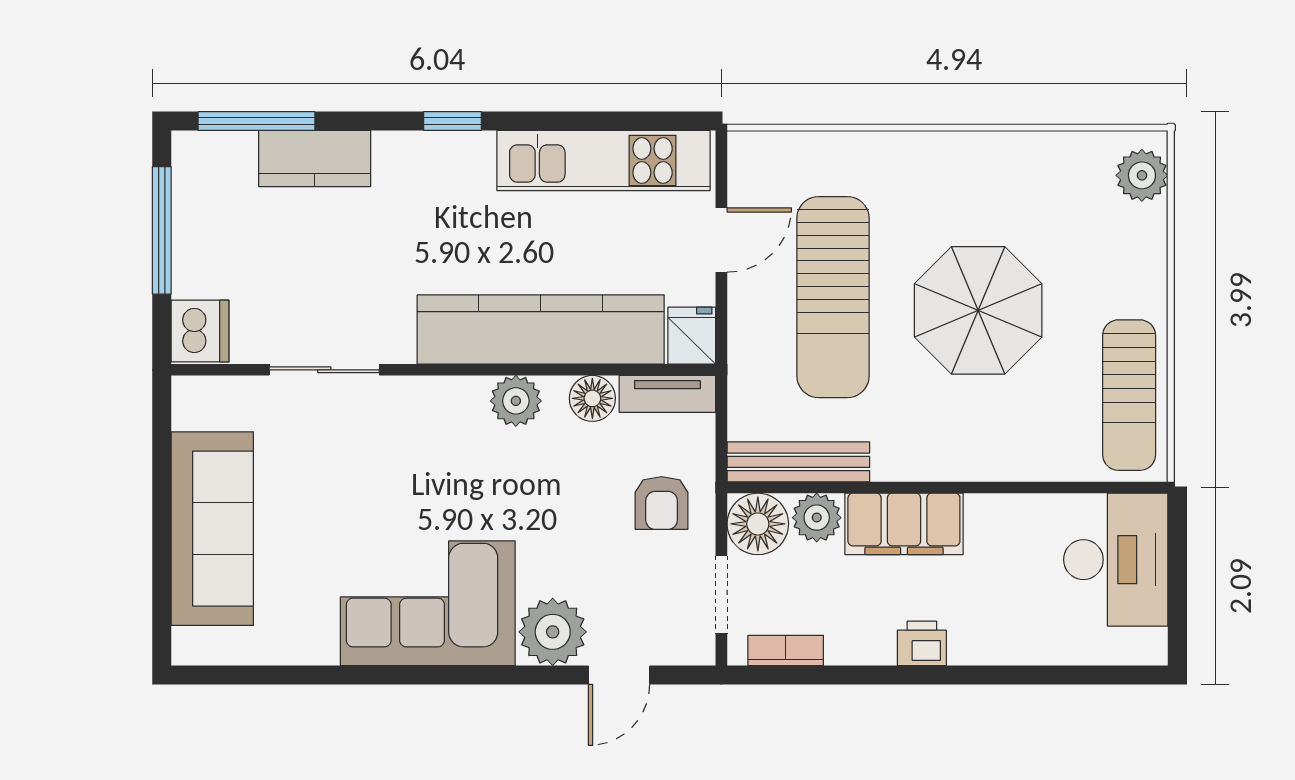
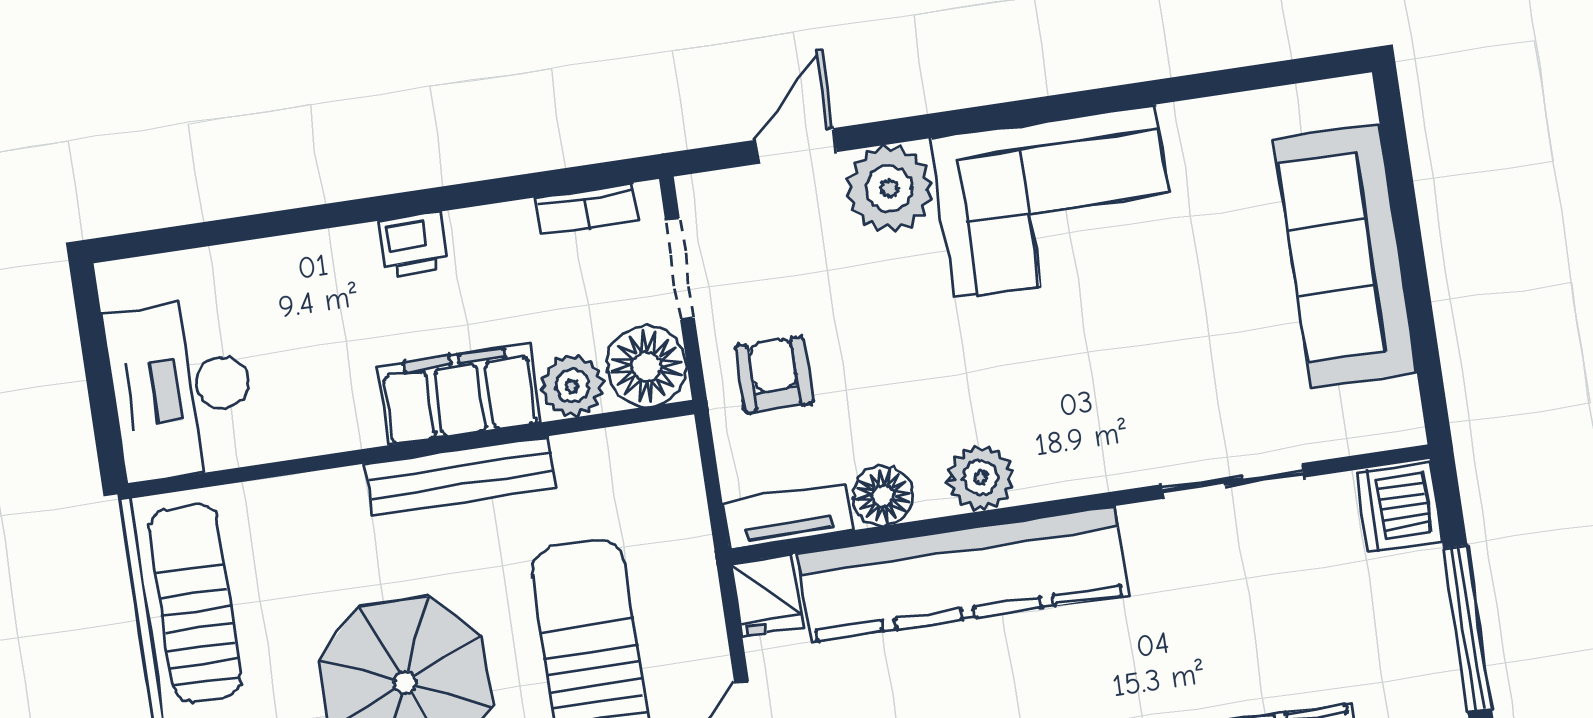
bench: (798, 462) -> (461, 476), moved

